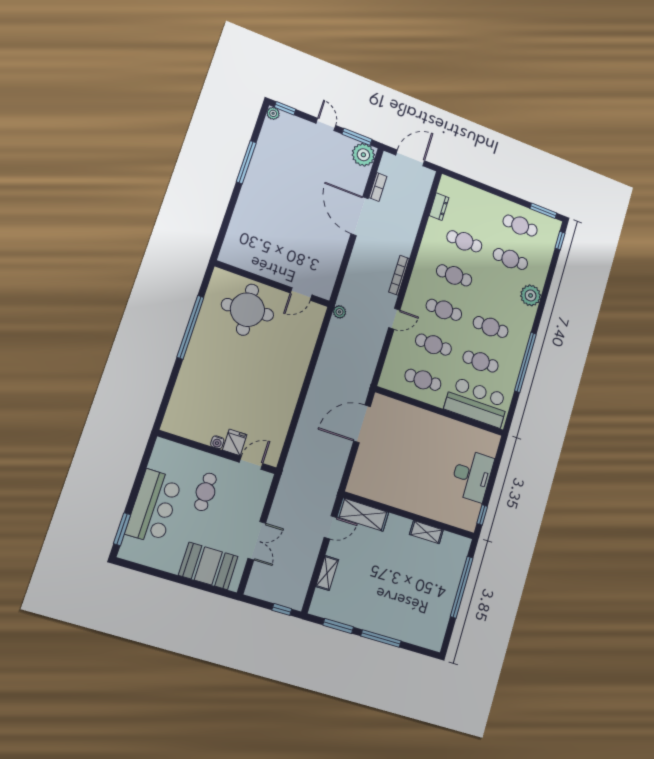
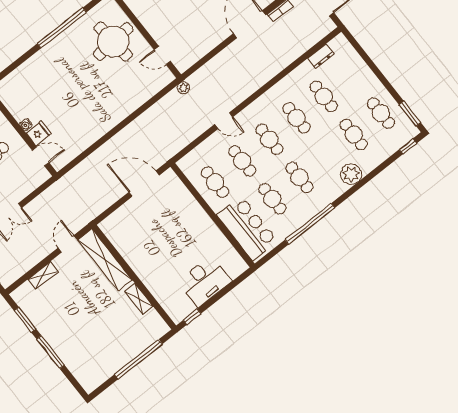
bookcase: (399, 275) -> (251, 90), removed
shelving: (363, 515) -> (105, 260), width x1.47
door: (330, 527) -> (68, 244), swing flipped

